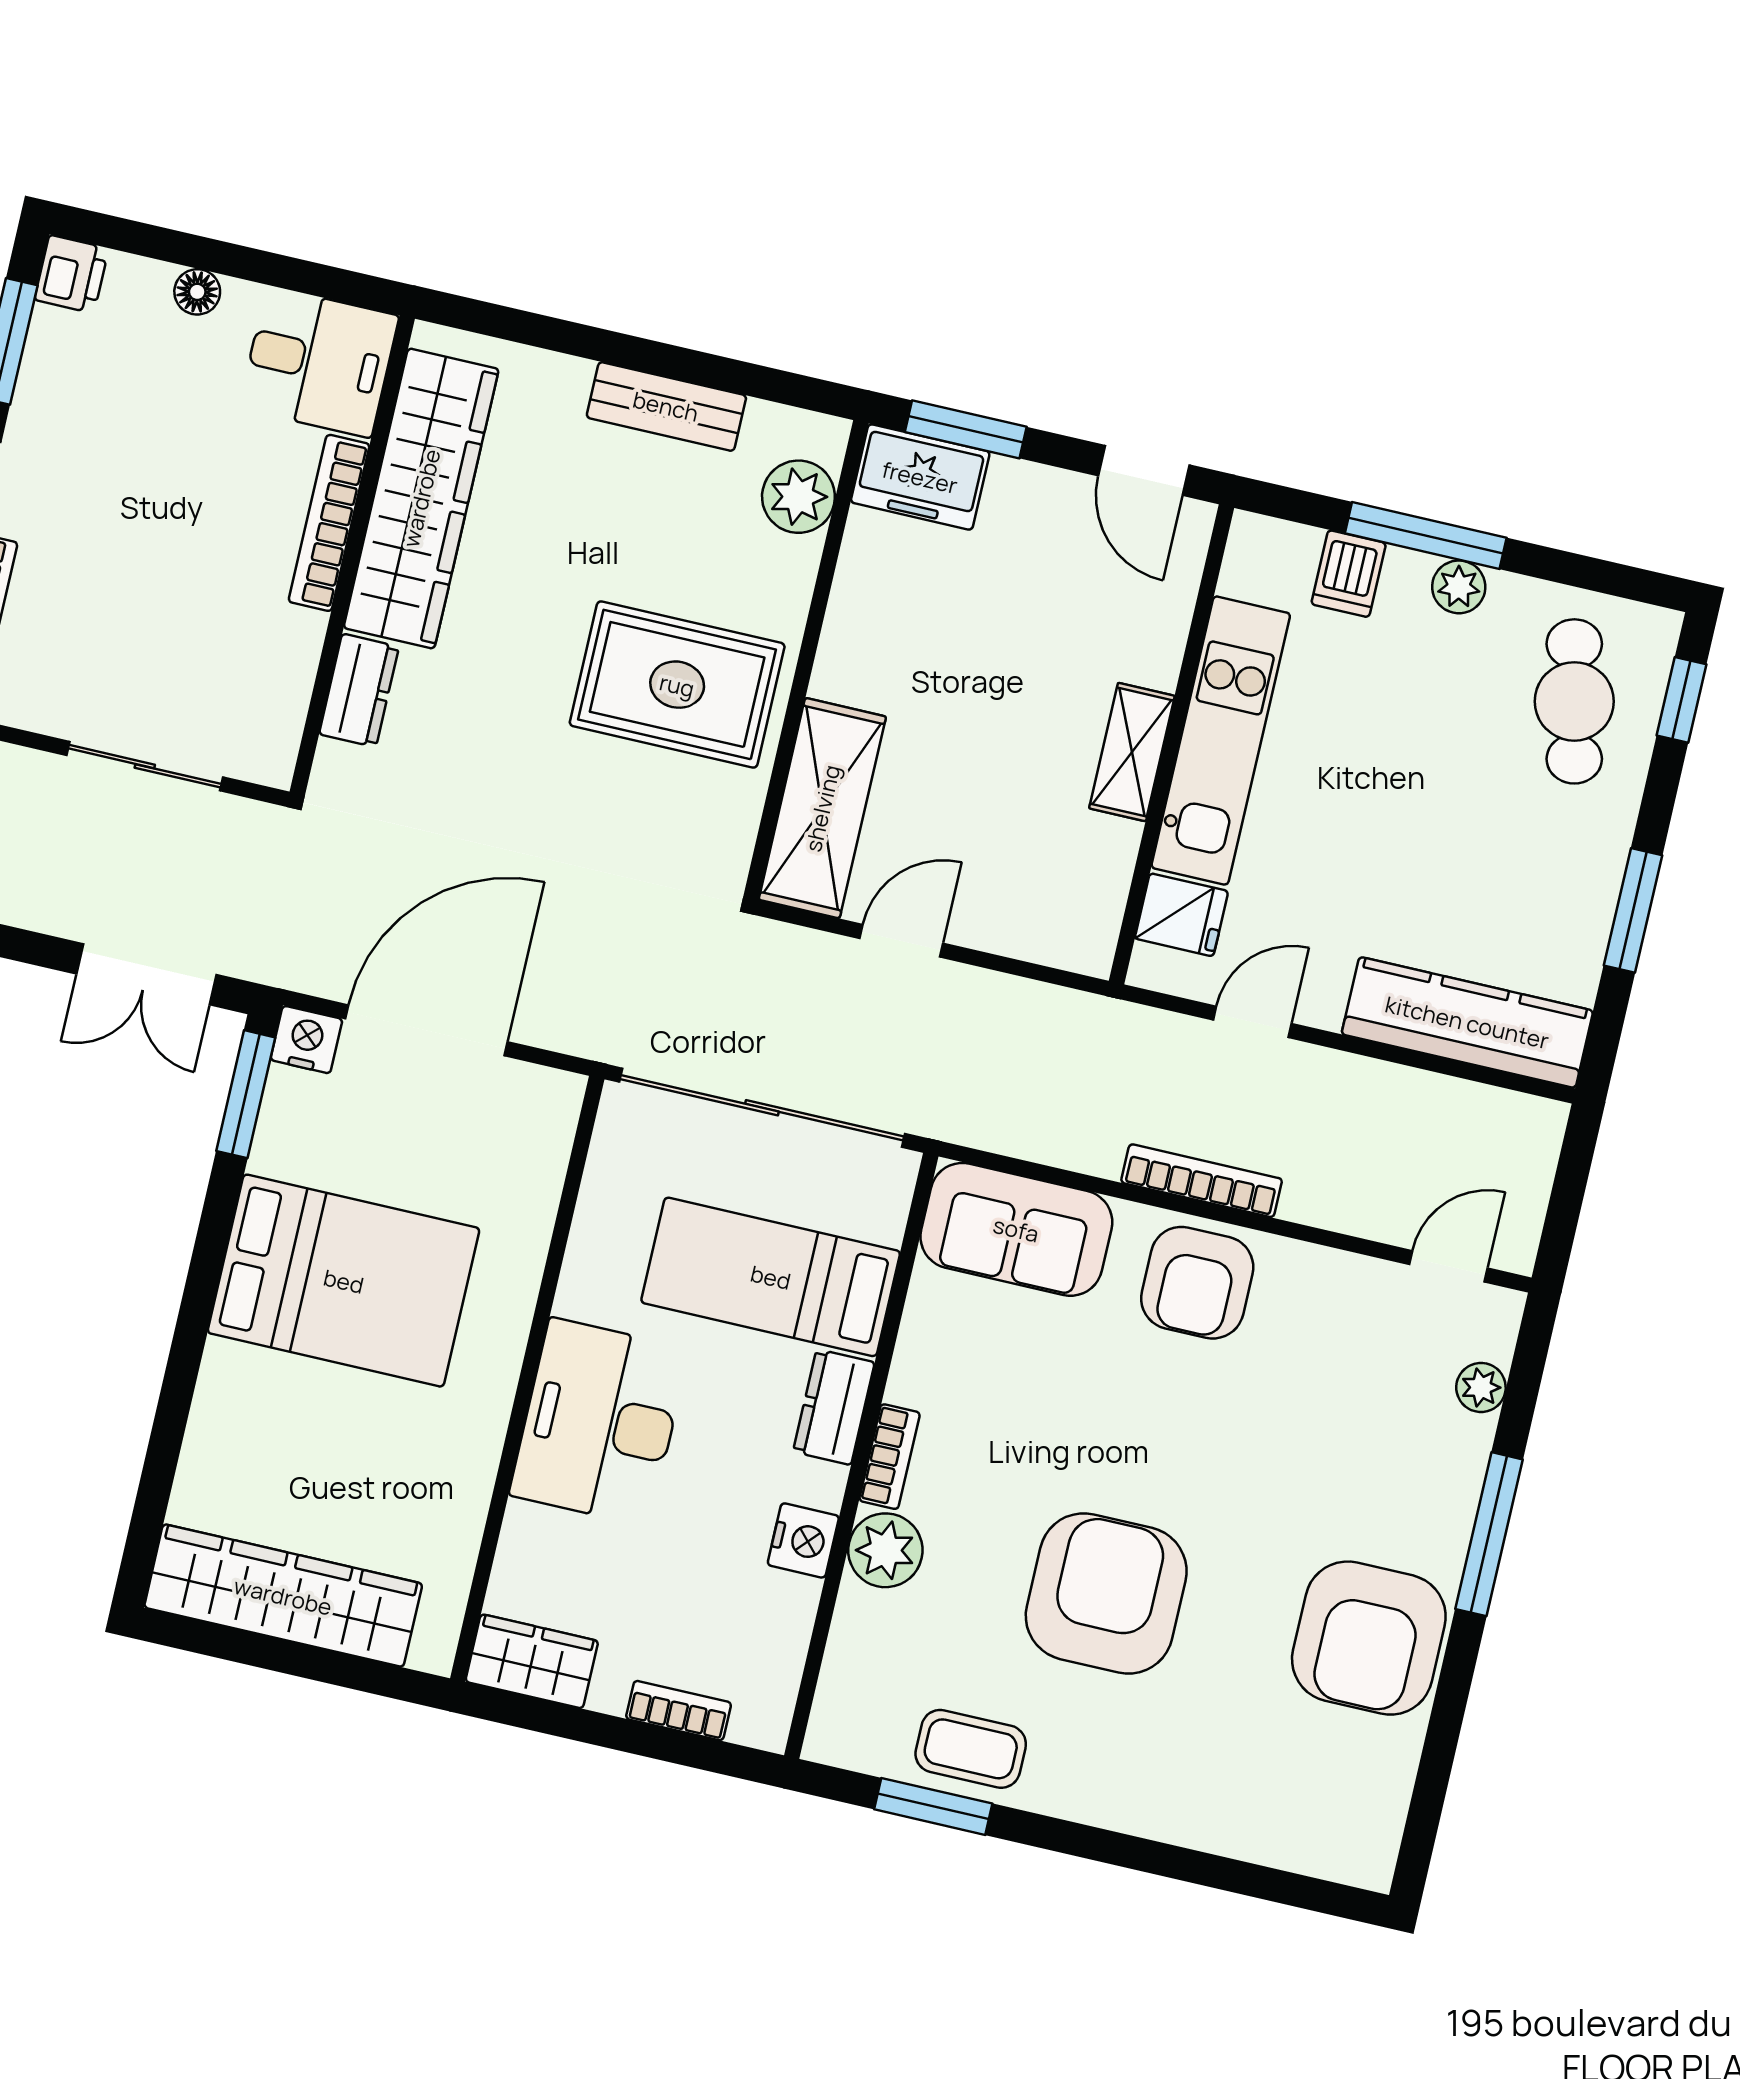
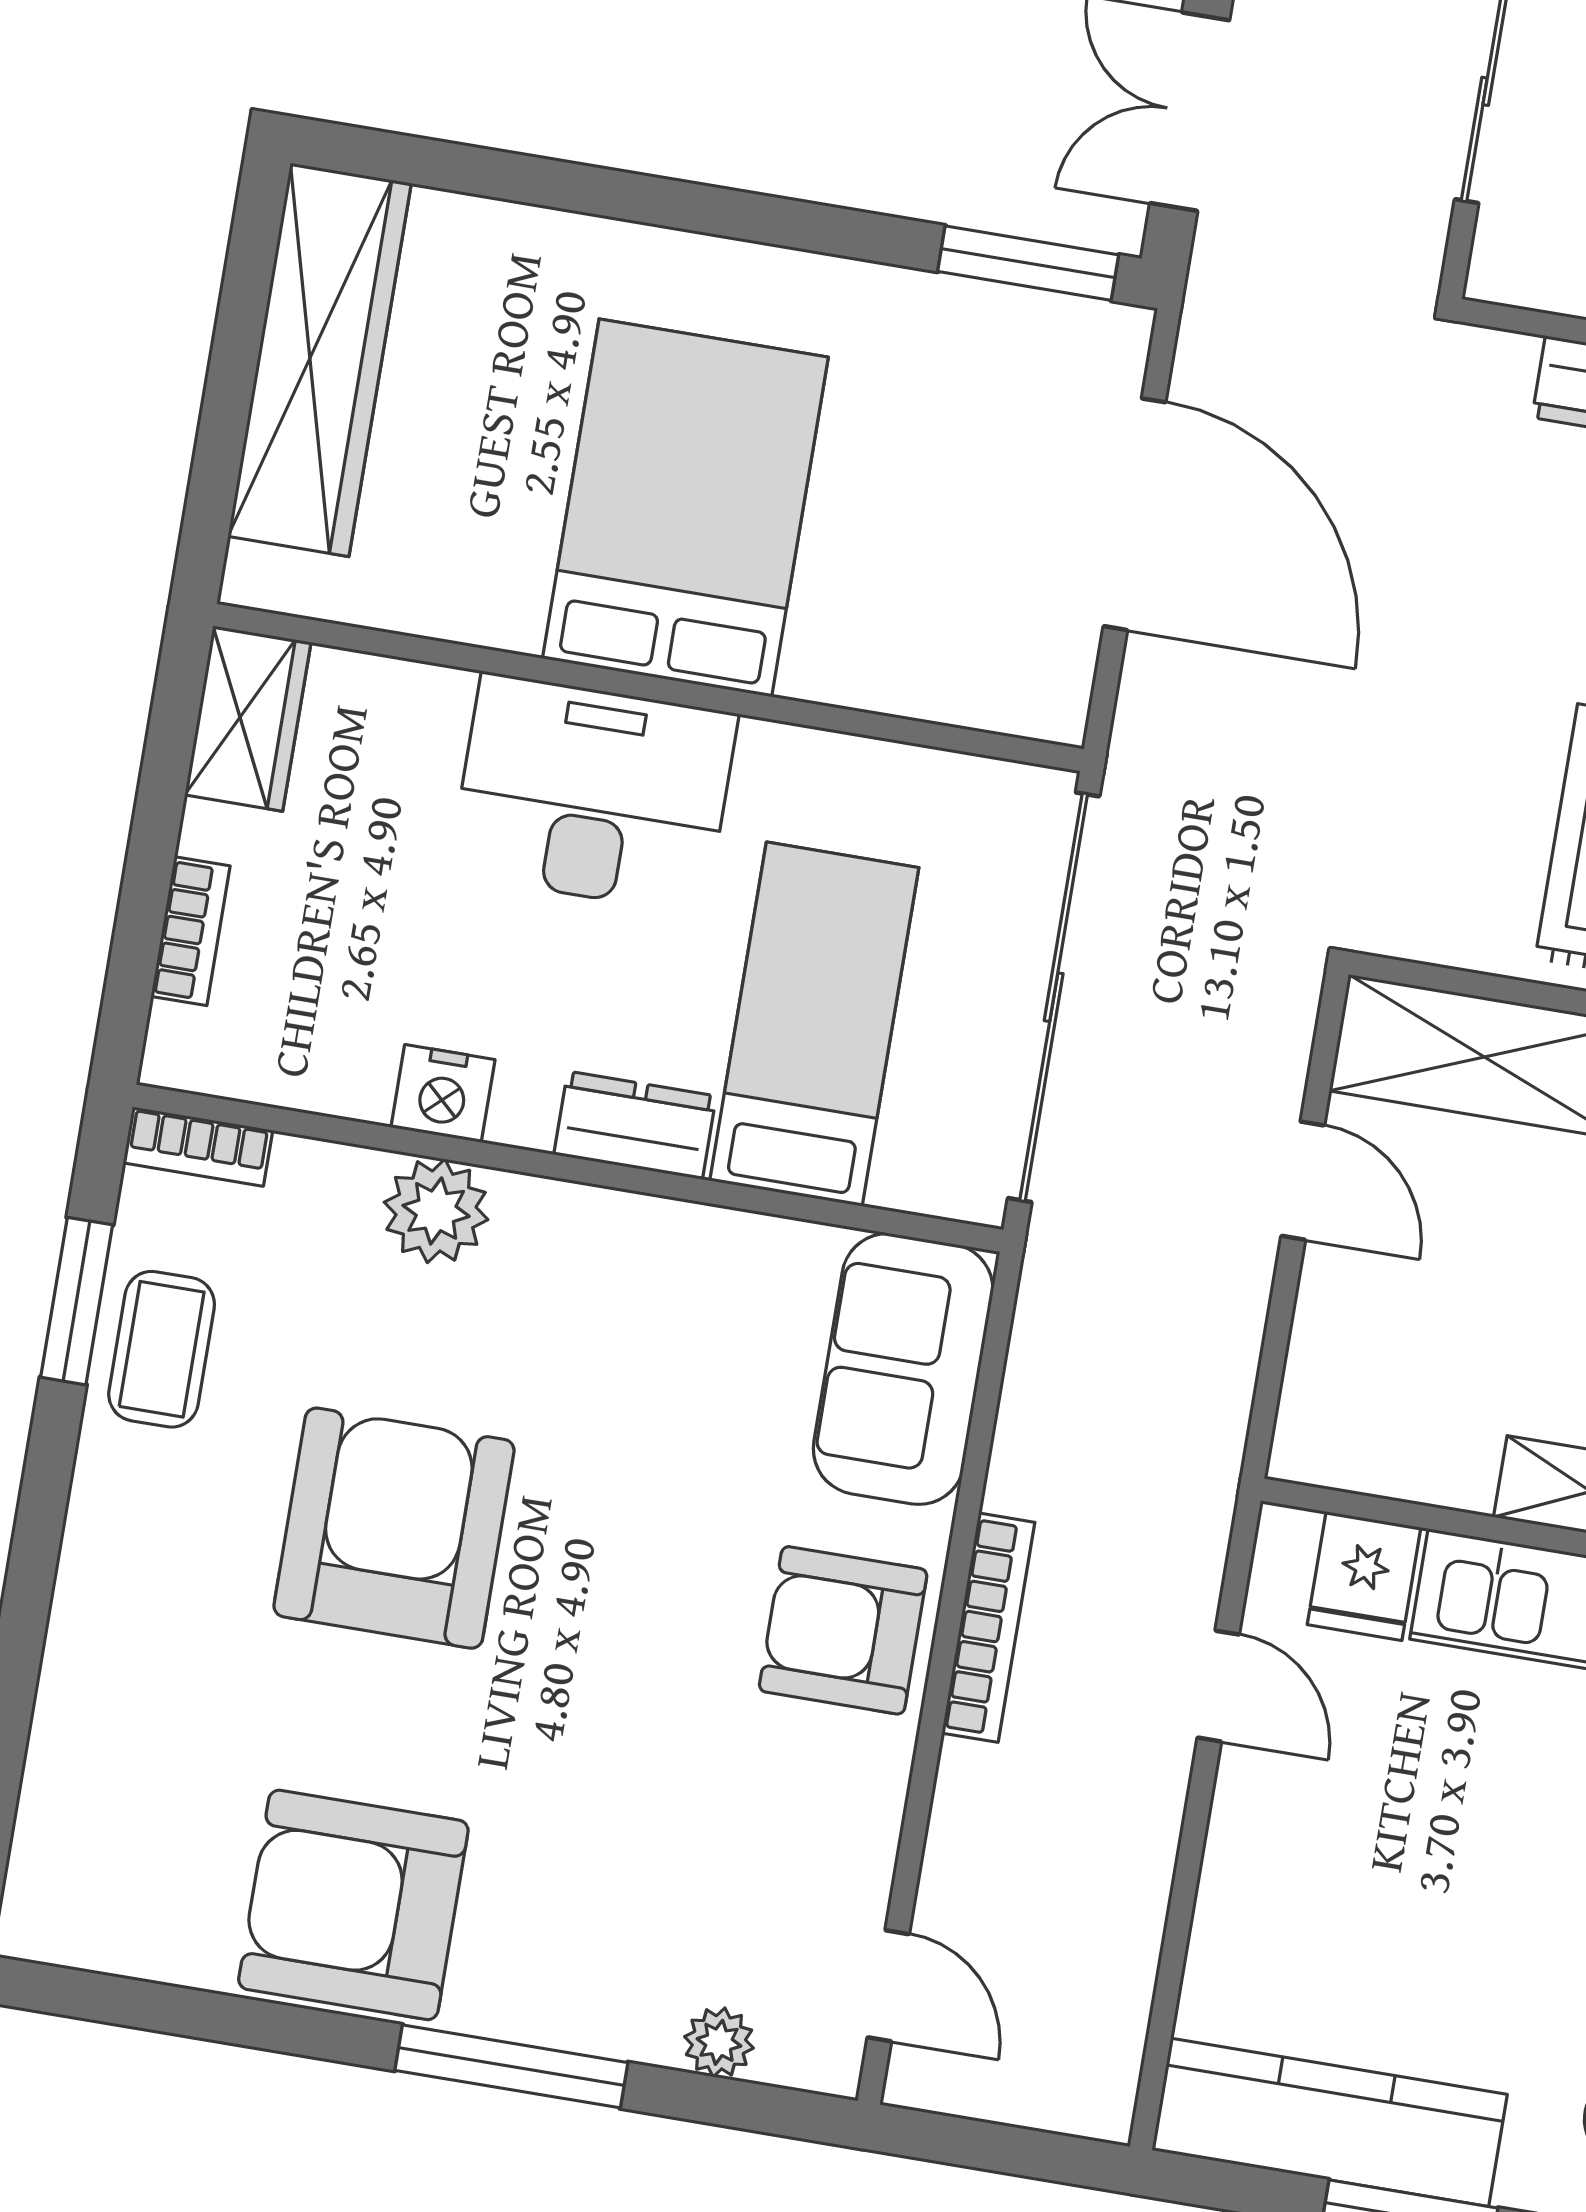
kitchen counter: (1467, 1022) -> (1330, 2122), moved, turned -90
nightstand: (306, 1040) -> (1111, 345), removed
bed: (344, 1281) -> (685, 508), moved, turned 180
bookcase: (890, 1457) -> (198, 1146), moved
armchair: (1106, 1593) -> (394, 1528), turned -90

